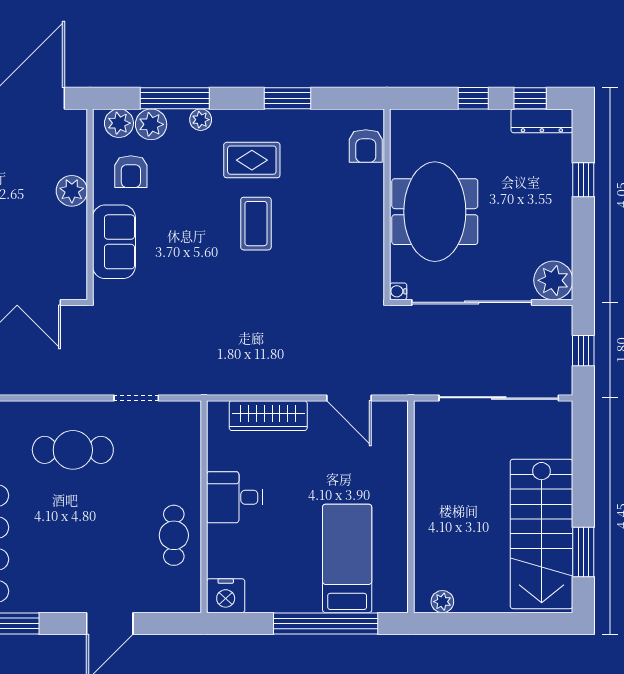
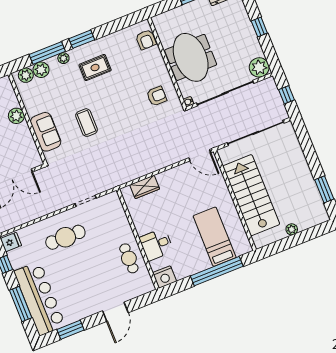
window: (287, 98) -> (82, 39), moved
armchair: (131, 172) -> (157, 96), moved, turned -90
window: (583, 180) -> (259, 27), moved
coffee table: (256, 224) -> (87, 123), moved
door: (349, 398) -> (200, 155), moved
wardrobe: (268, 416) -> (145, 187), width x0.67
desk: (234, 497) -> (156, 245), moved
stairs: (542, 534) -> (251, 195), moved, turned 180
plant: (442, 602) -> (292, 229), moved

